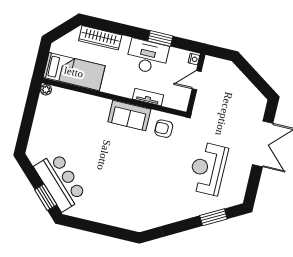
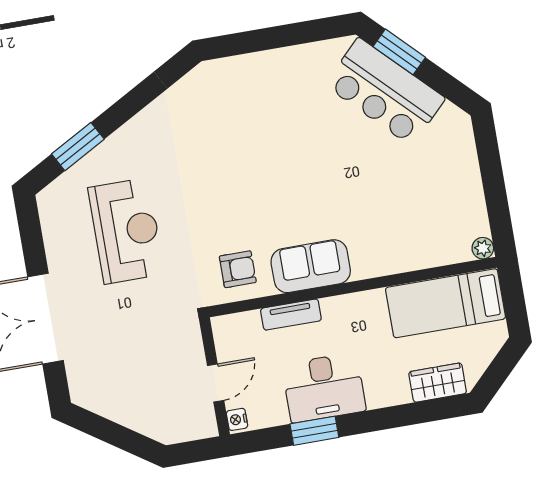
wardrobe: (100, 38) -> (438, 383), width x0.67

